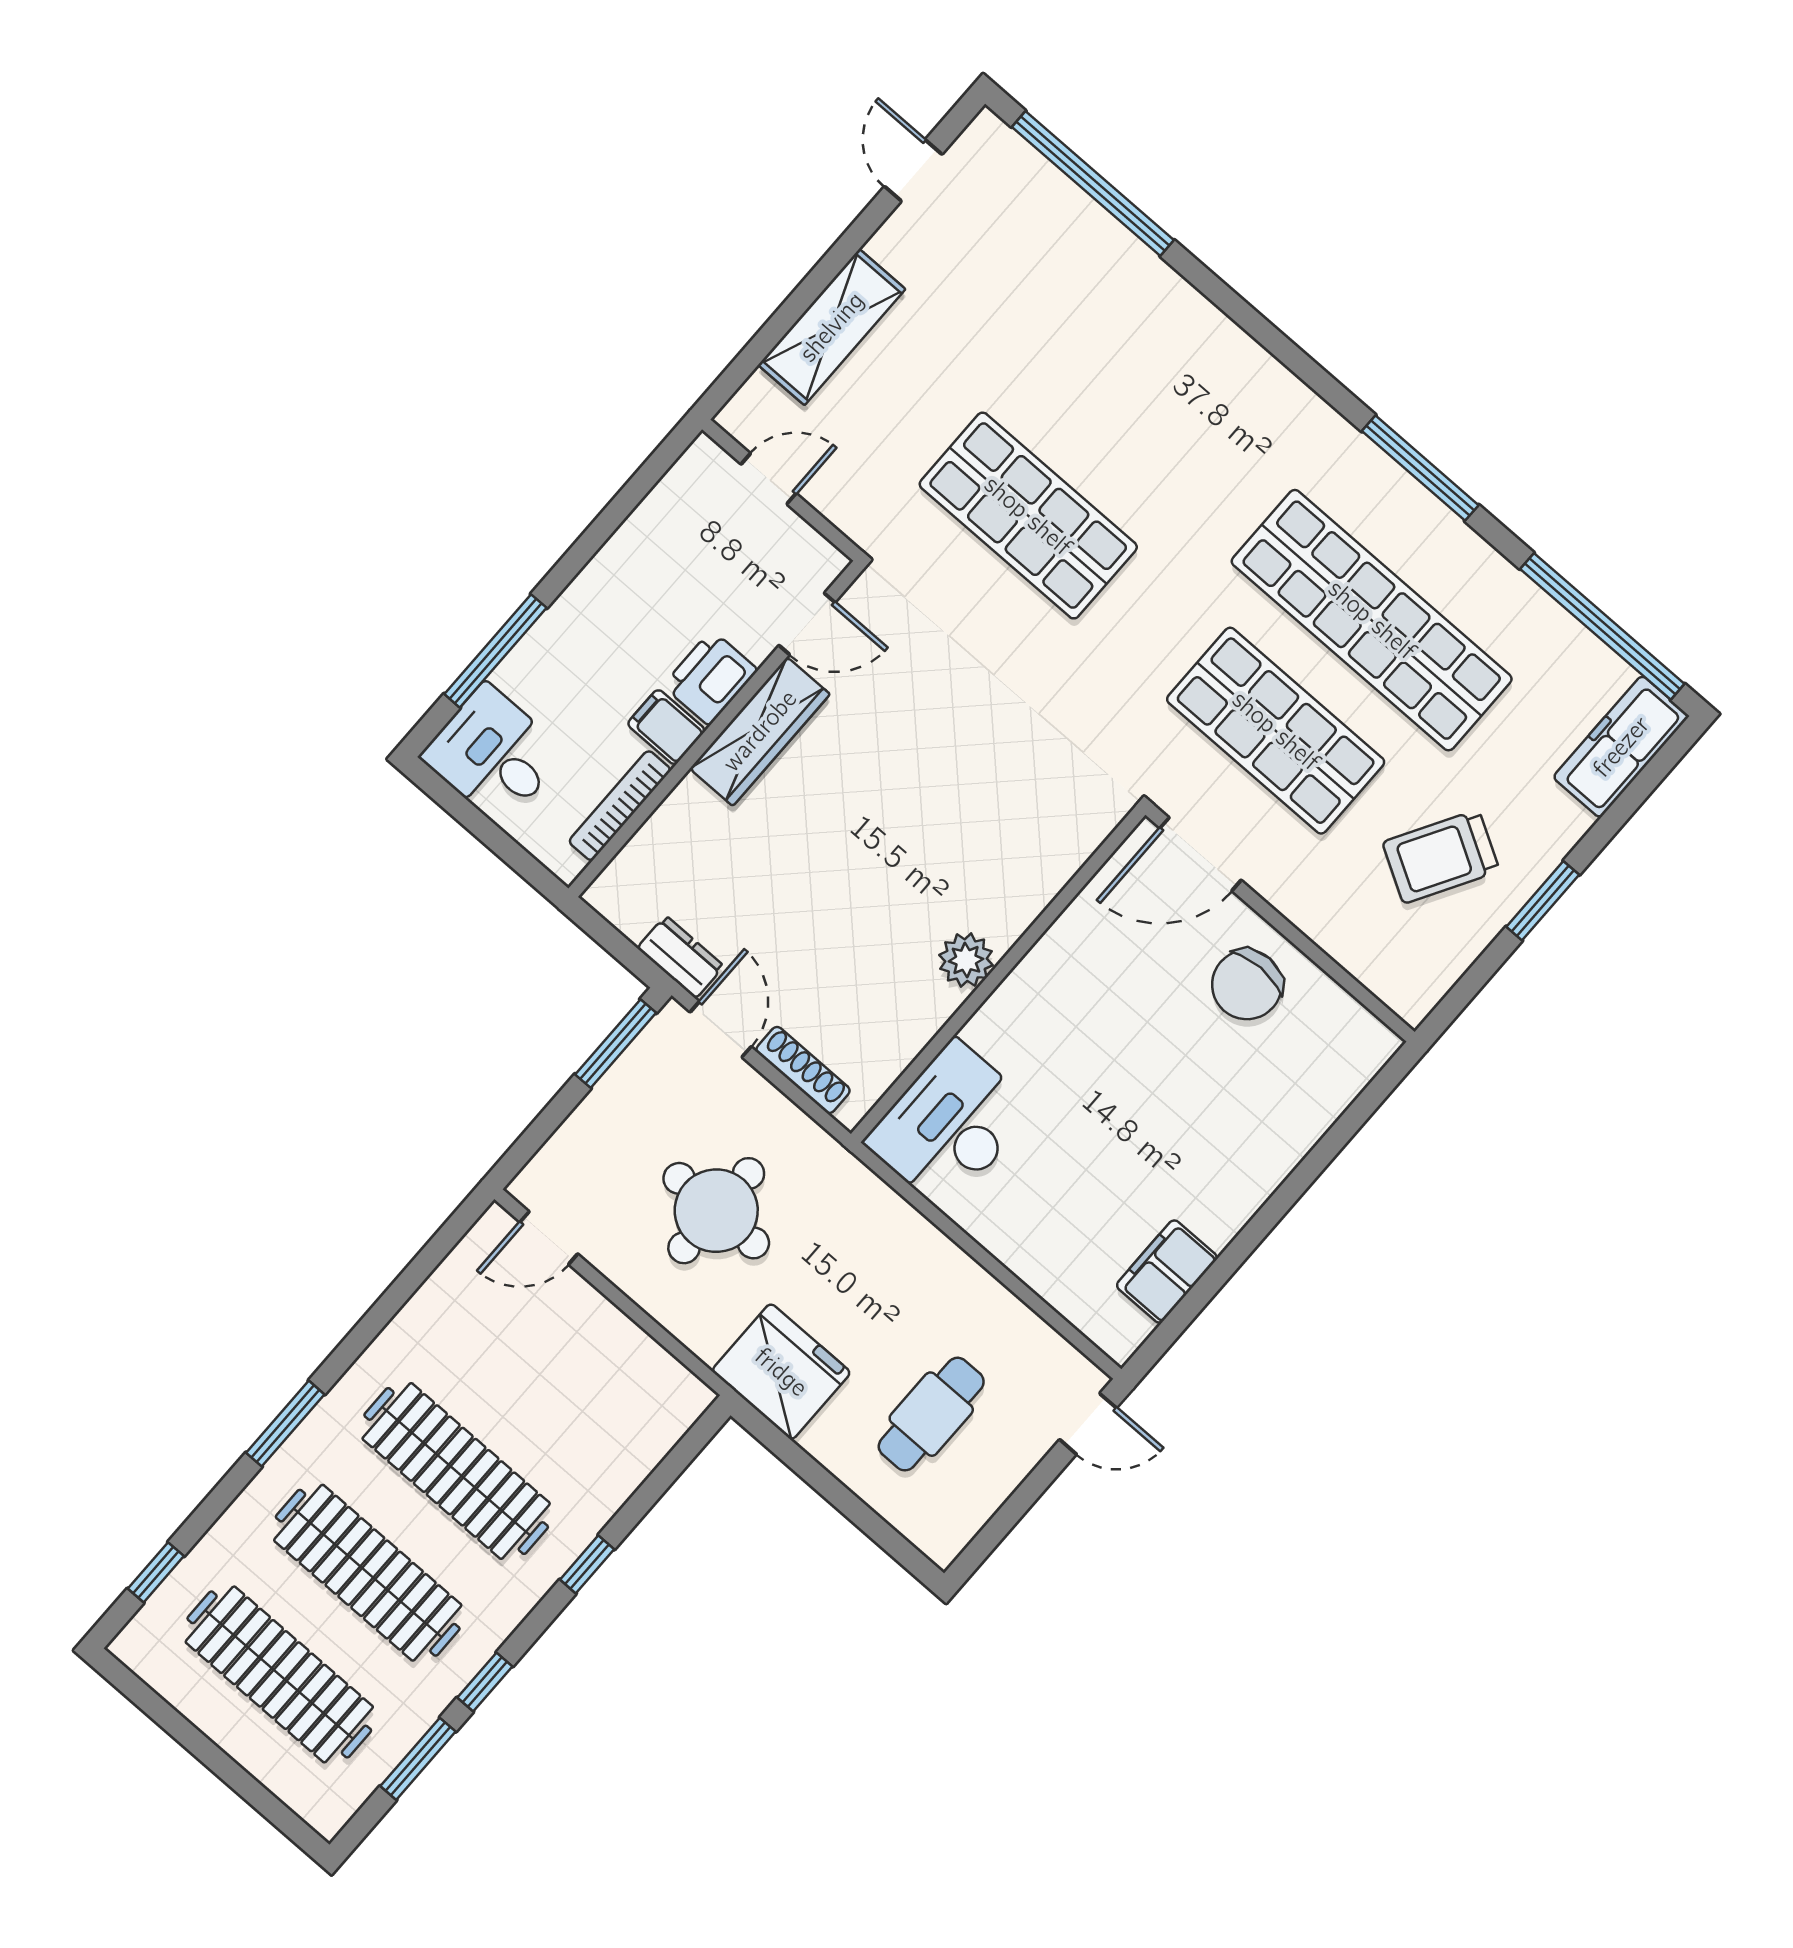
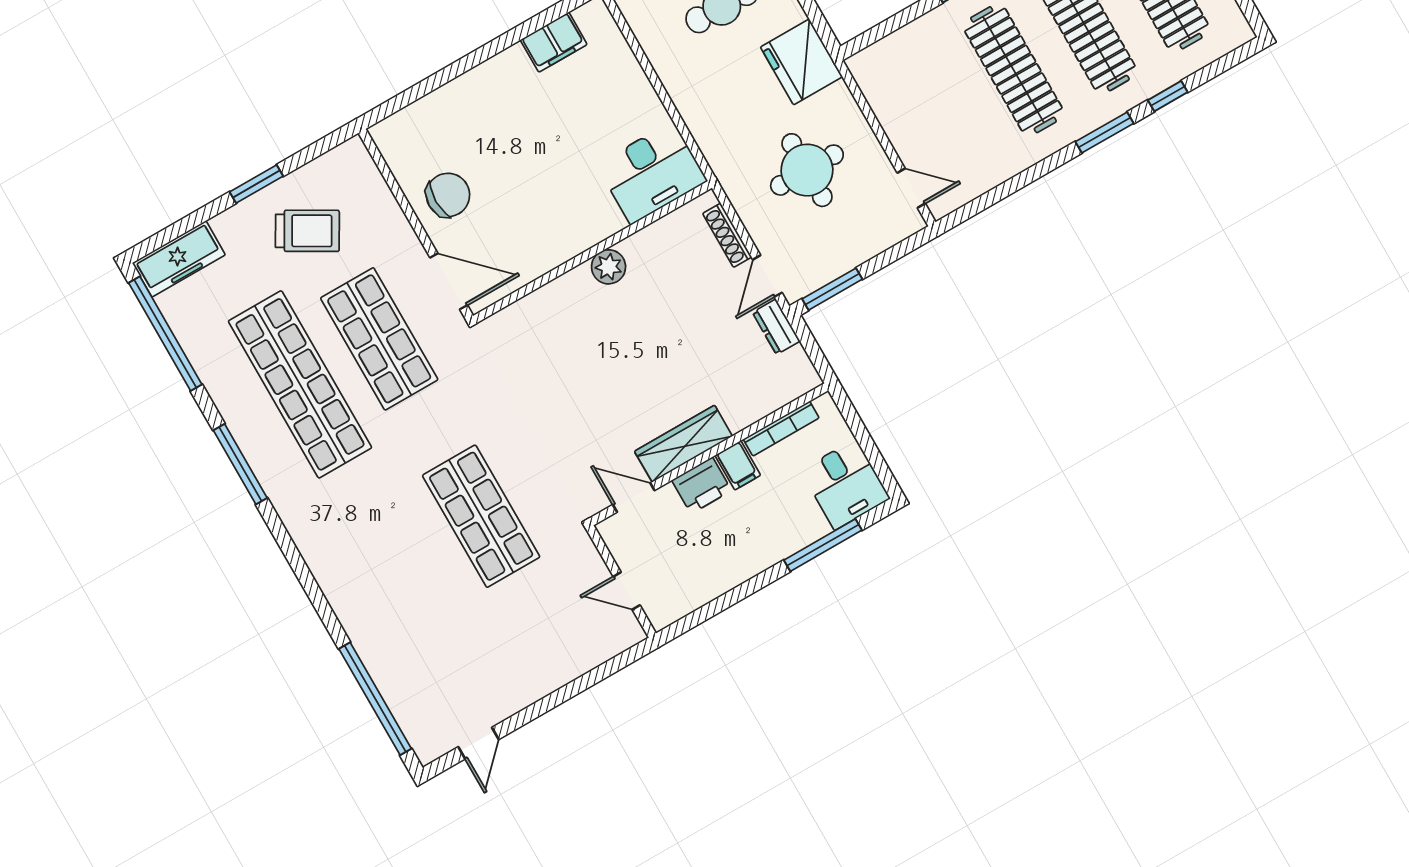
shelving: (832, 327) -> (558, 667), removed
window: (156, 1572) -> (1168, 96), moved

